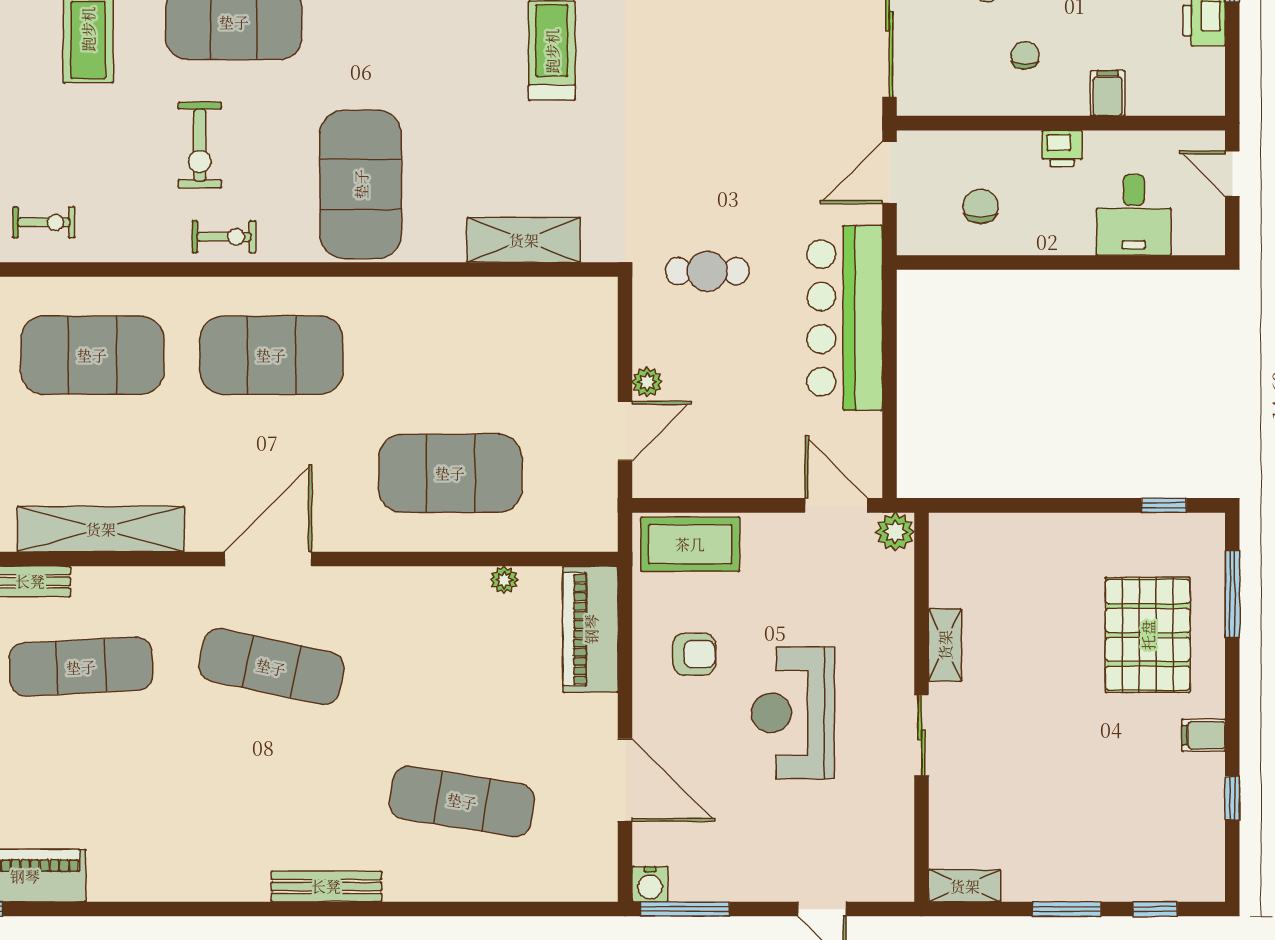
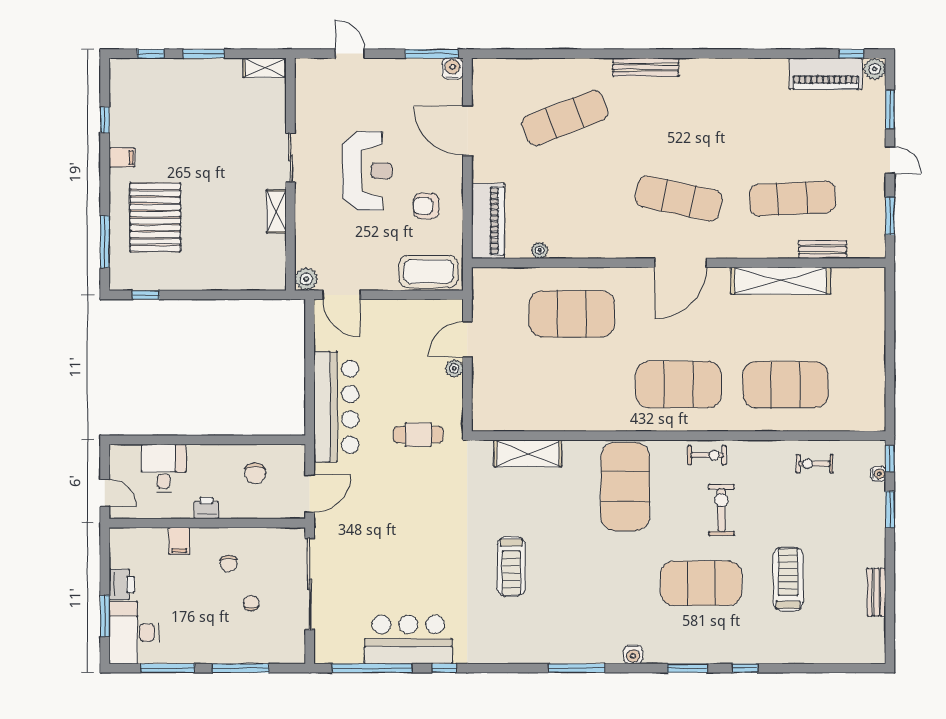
exercise bike: (224, 237) -> (707, 455), turned 180
exercise mat: (462, 801) -> (565, 118), turned -30

